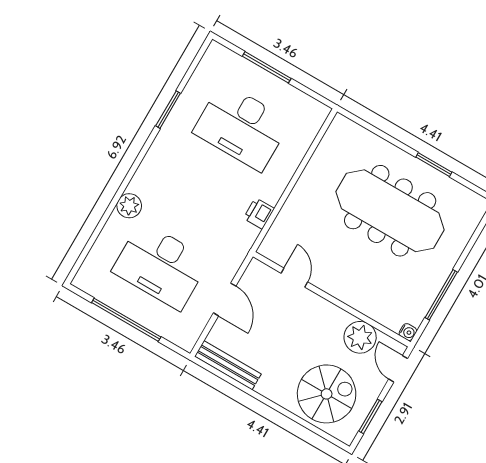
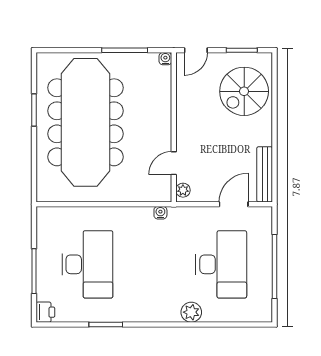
meeting table: (390, 211) -> (86, 122), width x1.36, depth x1.27
printer: (259, 213) -> (45, 312), moved, turned -90
water cooler: (251, 234) -> (160, 213), added
door: (225, 299) -> (234, 204), moved
plant: (360, 337) -> (183, 190), moved, width x0.53, depth x0.53
spiral stairs: (327, 394) -> (244, 91), turned -90

